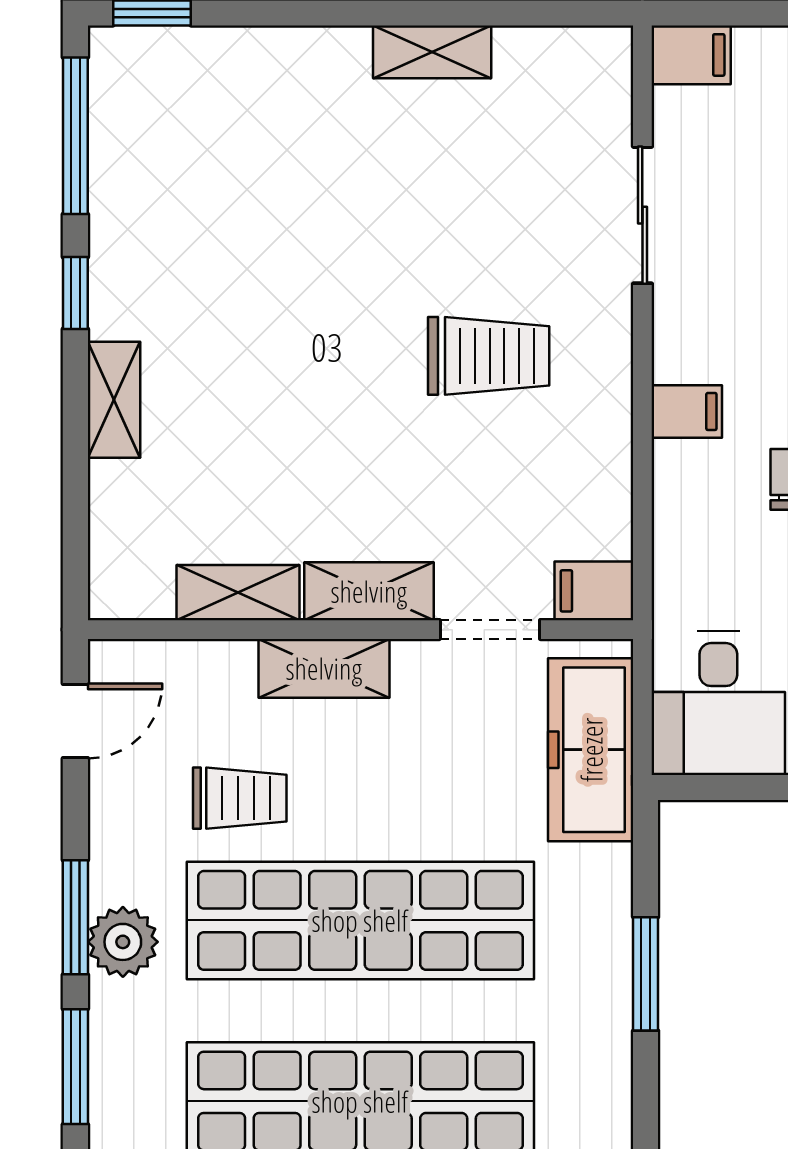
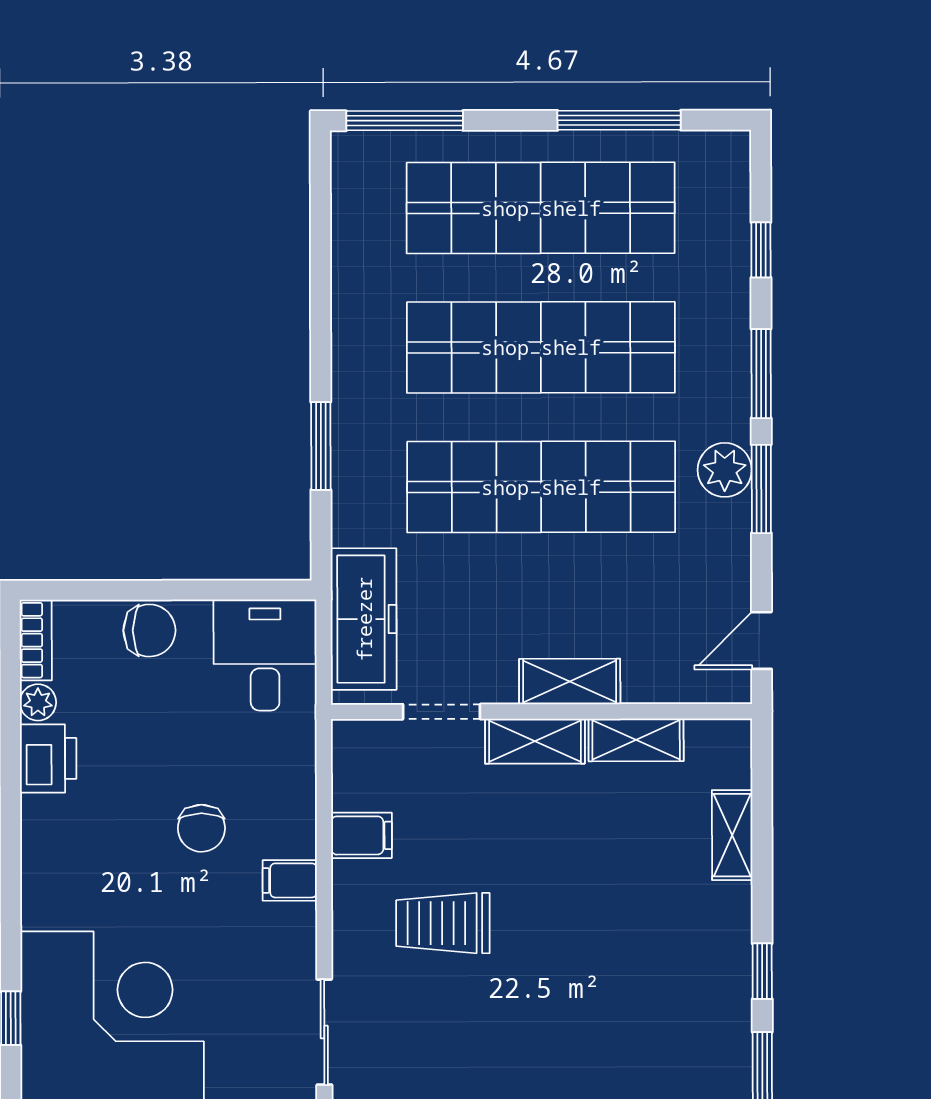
shelving: (114, 400) -> (732, 835), moved
filing cabinet: (594, 591) -> (361, 835), moved
trolley: (240, 798) -> (634, 581), removed

